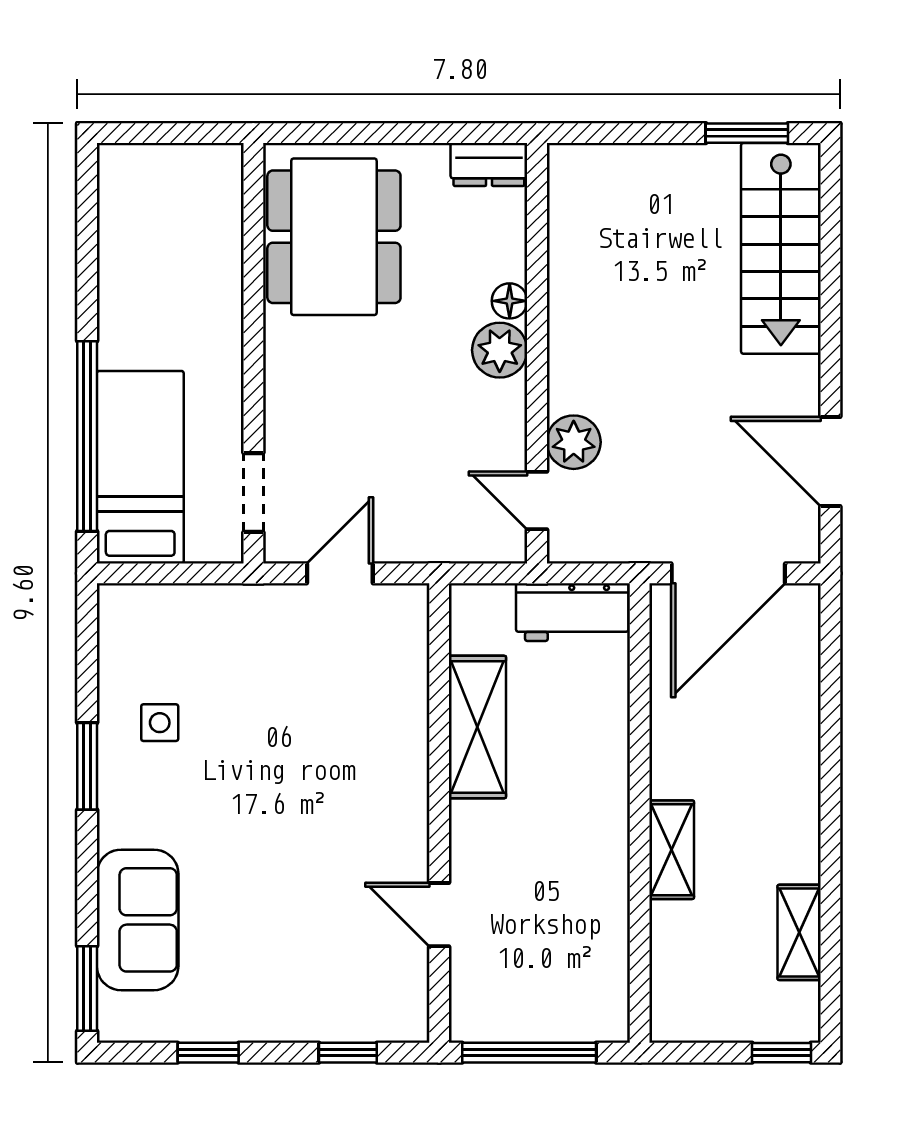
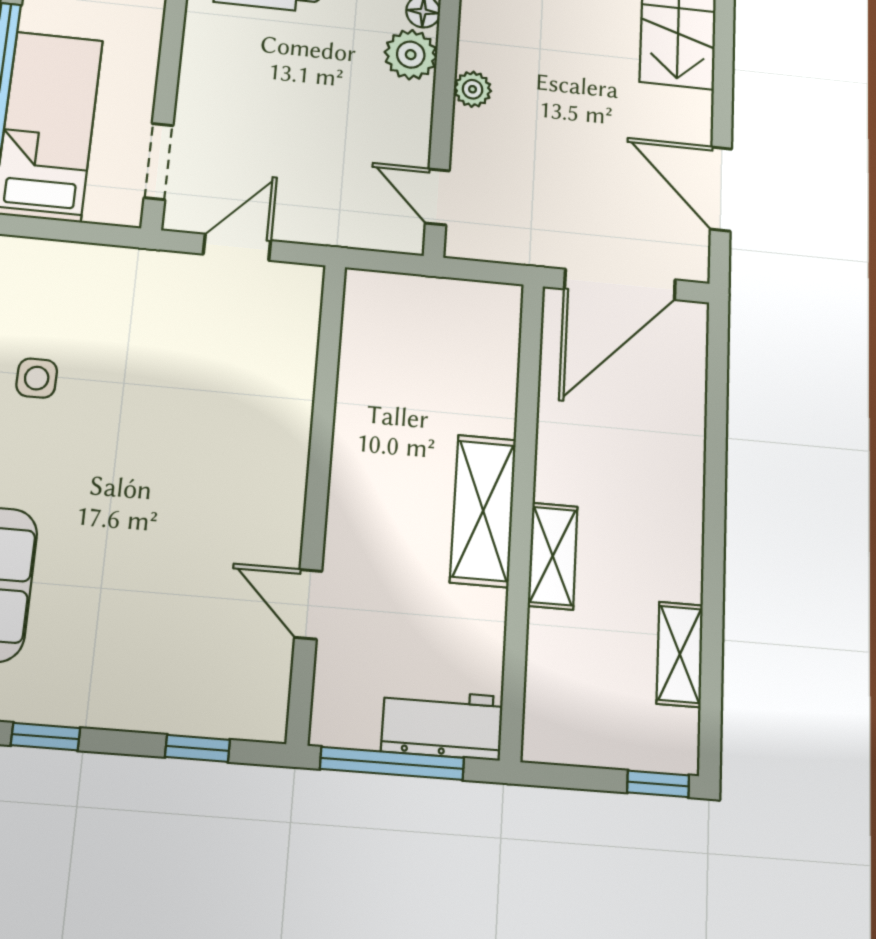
plant: (574, 442) -> (473, 89), moved, width x0.73, depth x0.73
workbench: (572, 612) -> (442, 724), moved, turned 180
shelving: (477, 727) -> (483, 511), moved

